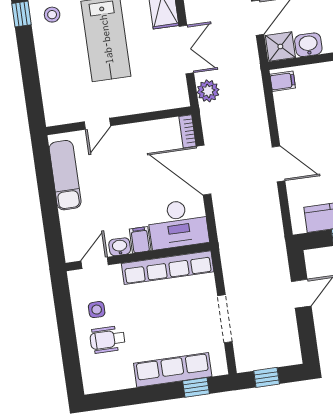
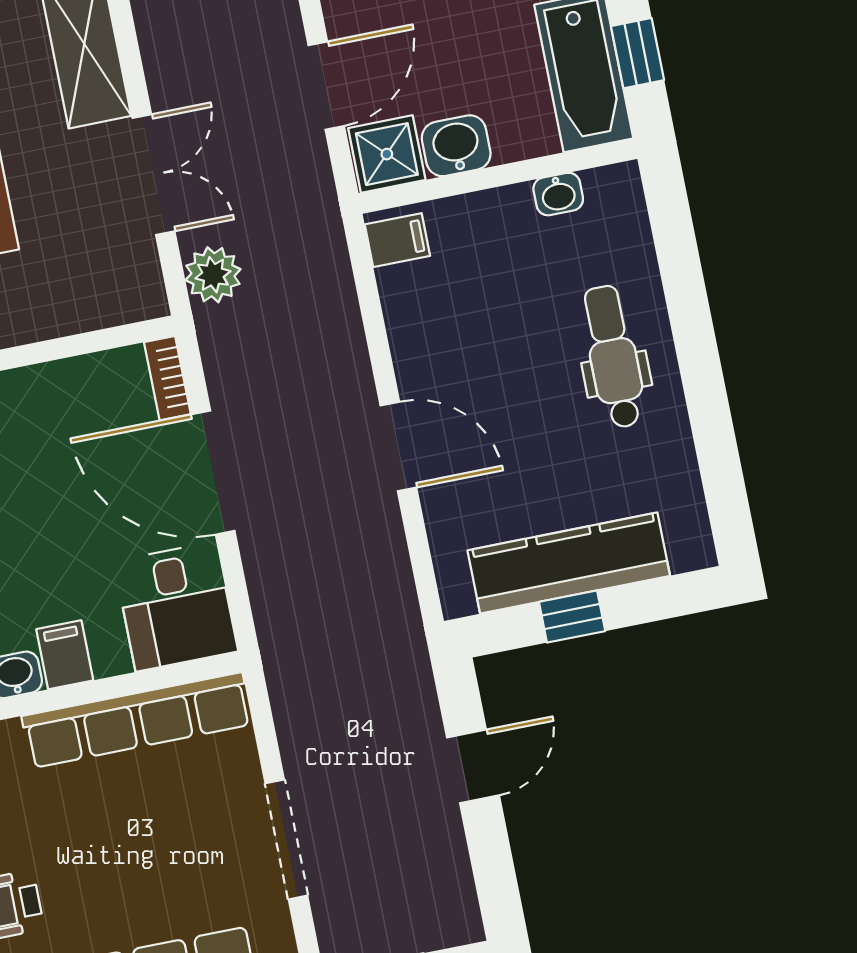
desk: (178, 224) -> (176, 606), width x0.73

